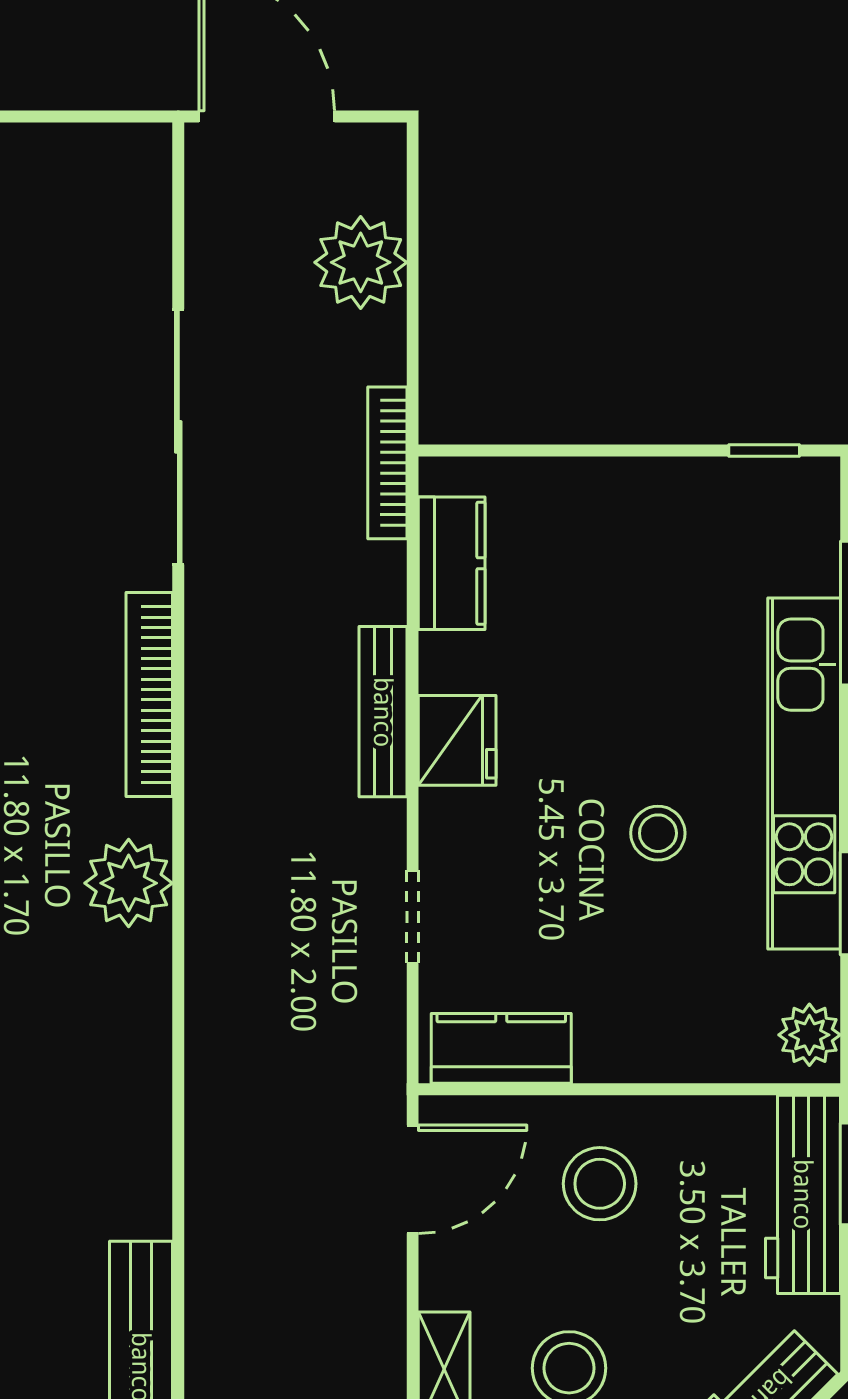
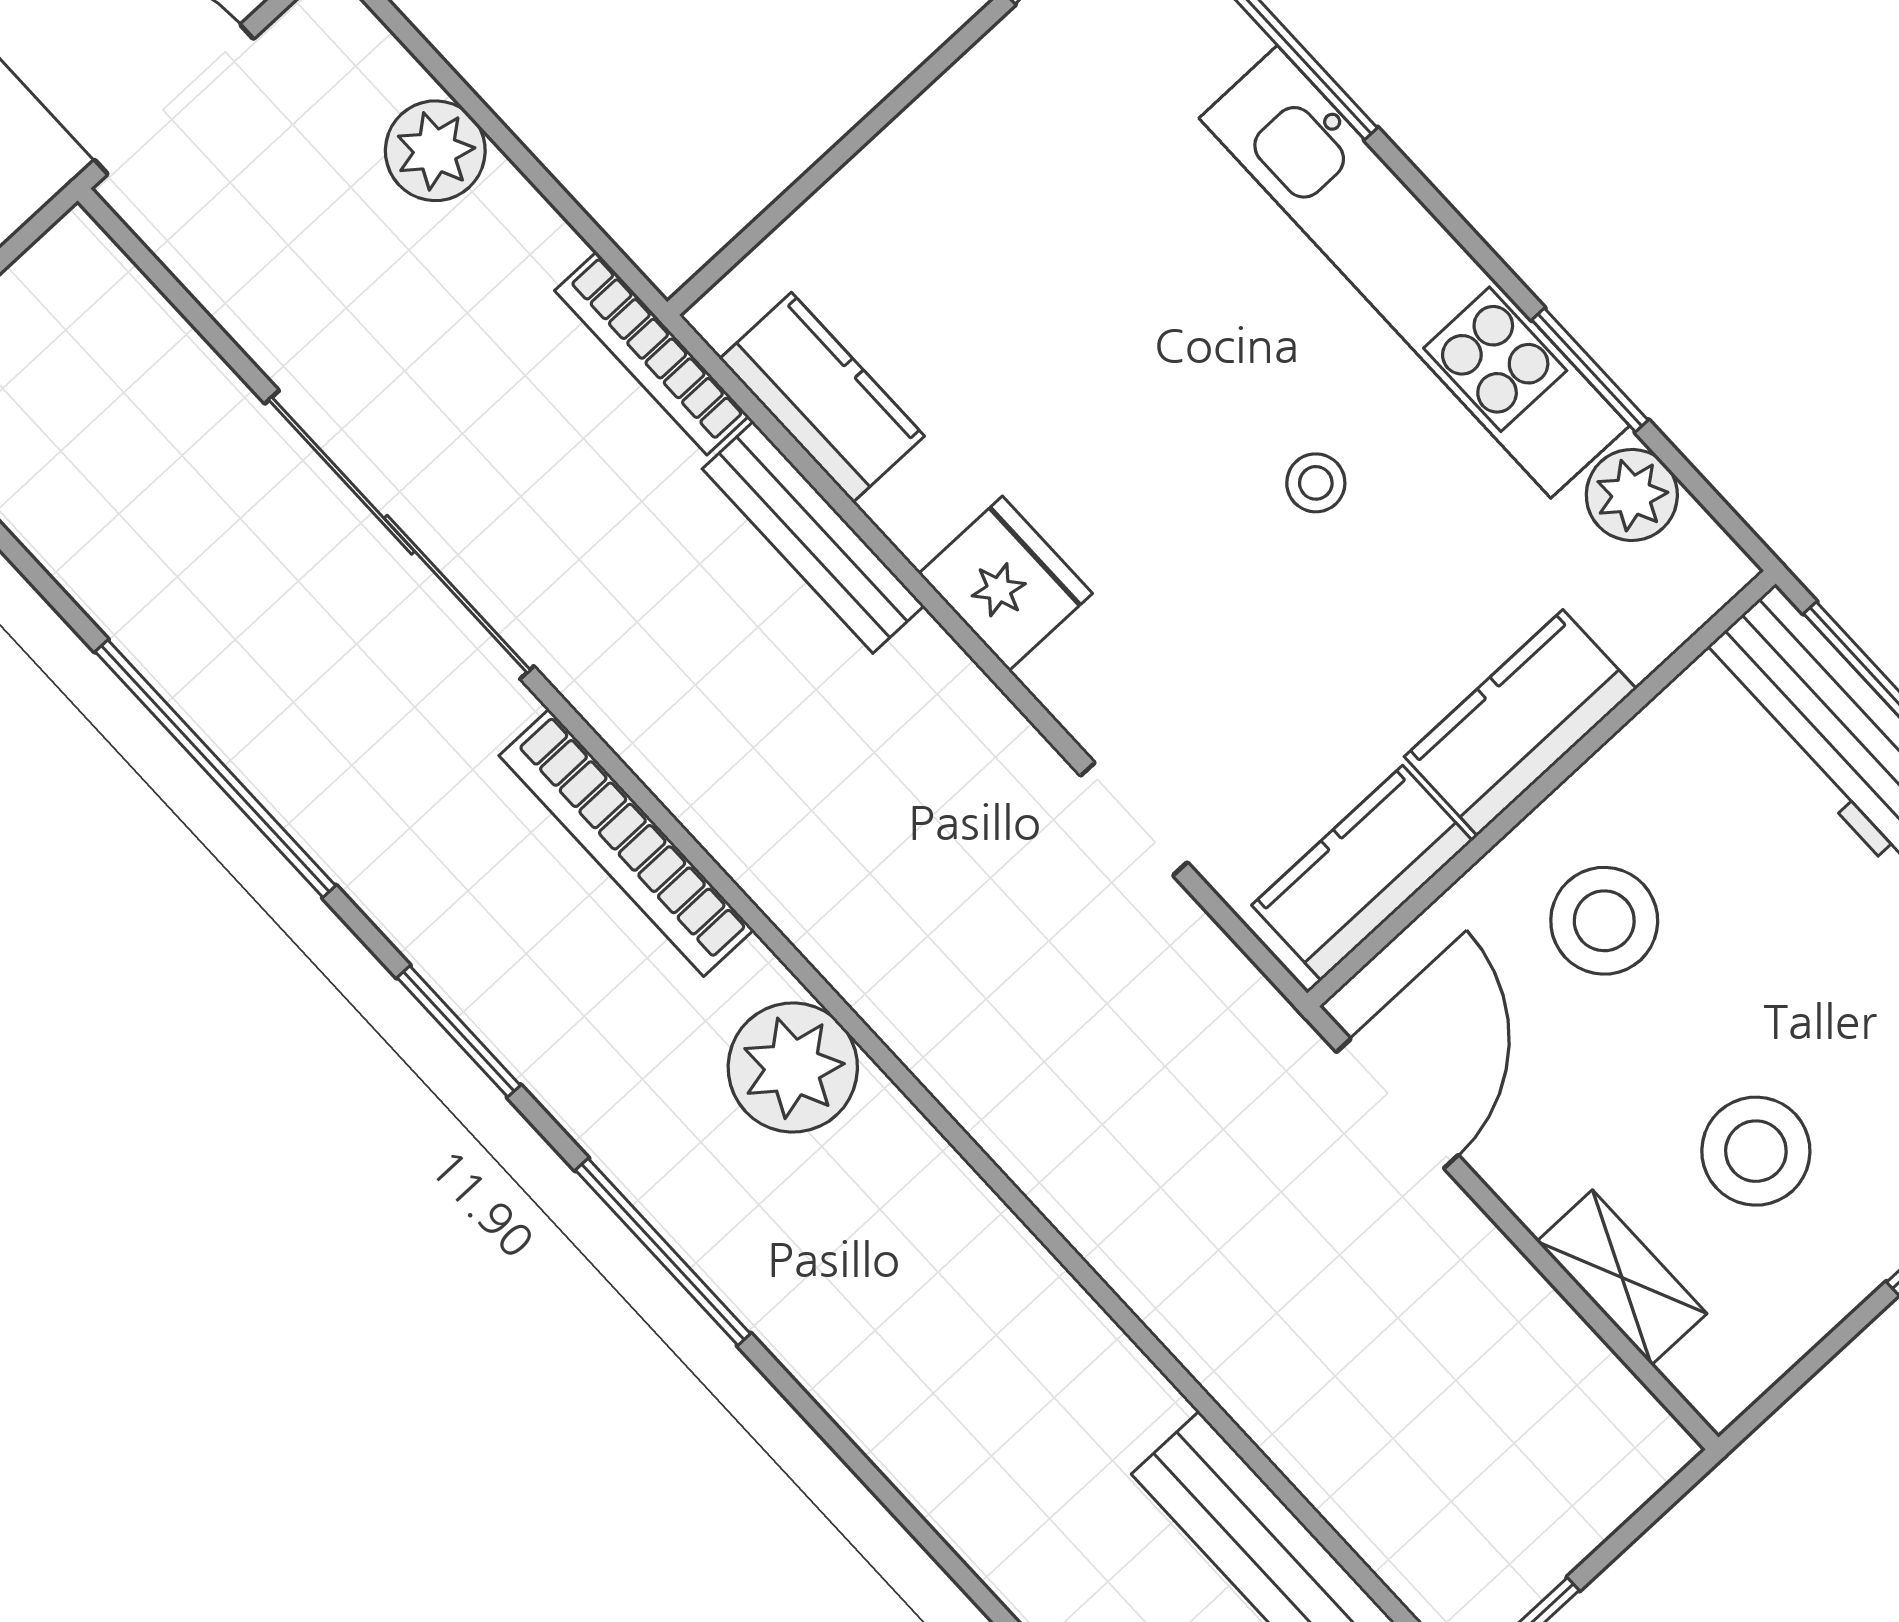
plant: (361, 262) -> (435, 151), width x0.73, depth x0.73
bench: (383, 712) -> (813, 537), moved
stool: (658, 833) -> (1316, 483), width x0.73, depth x0.73
plant: (809, 1035) -> (1632, 495), moved
kitchen counter: (649, 1047) -> (1520, 723), added

